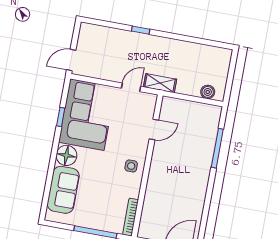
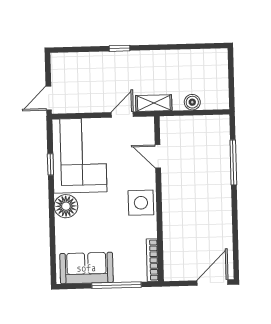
boiler: (208, 92) -> (192, 102), moved
door: (154, 129) -> (158, 156), swing flipped
side table: (131, 166) -> (141, 203), width x1.87, depth x1.87
sofa: (63, 190) -> (86, 268), moved, turned -90

